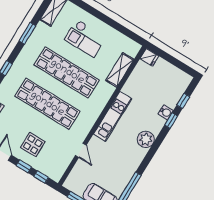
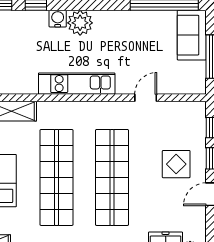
water cooler: (166, 112) -> (58, 19), moved

